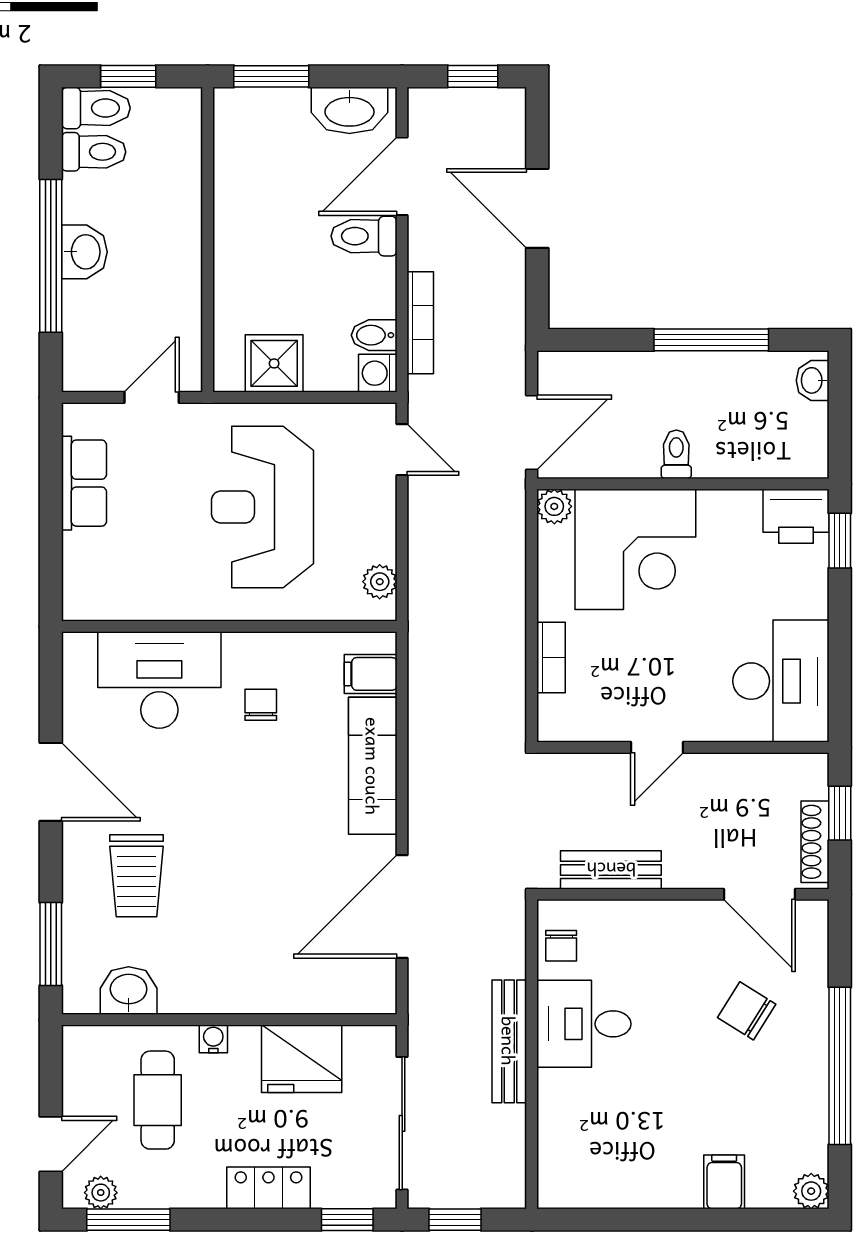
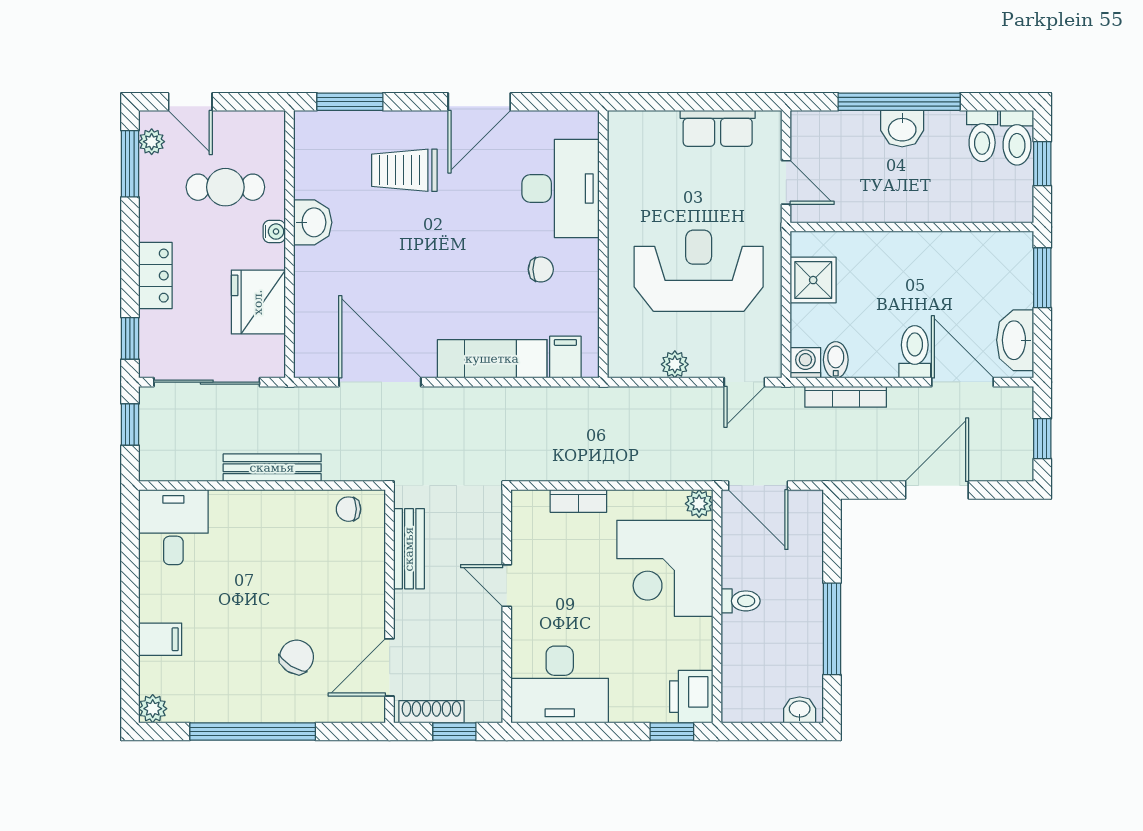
plant: (380, 582) -> (675, 364), moved
washbasin: (129, 990) -> (313, 222), moved
desk: (584, 1024) -> (173, 527), moved

